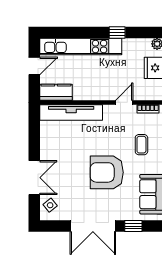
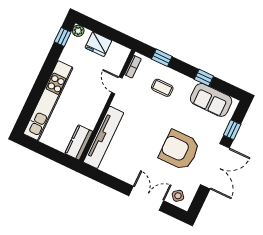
window: (117, 32) -> (63, 37), moved
door: (34, 66) -> (46, 151), removed
armchair: (107, 172) -> (179, 150), moved, turned 90

